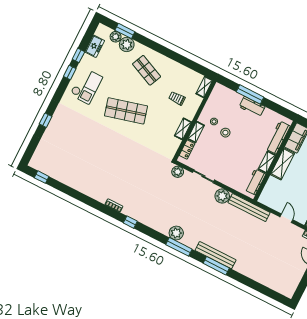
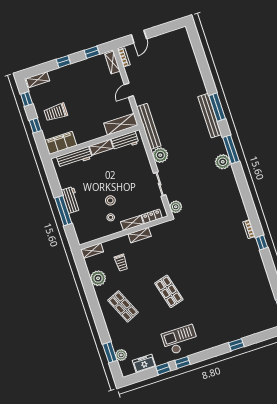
plant: (127, 44) -> (98, 278), moved
shop shelf: (147, 70) -> (123, 306), turned -48
shop shelf: (126, 111) -> (169, 291), width x0.70, depth x0.74
shelving: (282, 164) -> (121, 124), moved
window: (130, 222) -> (262, 243), moved

